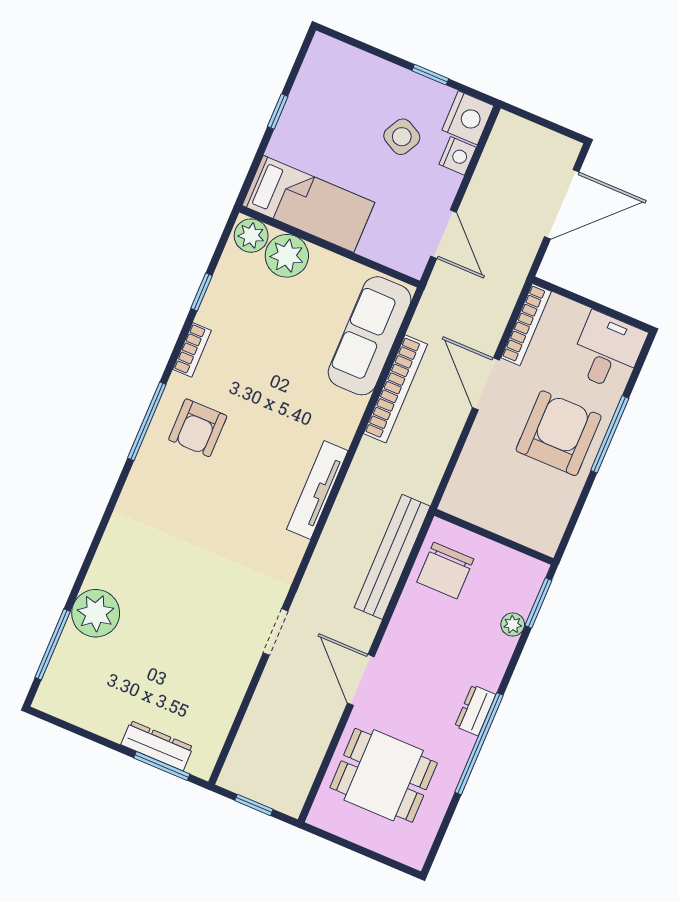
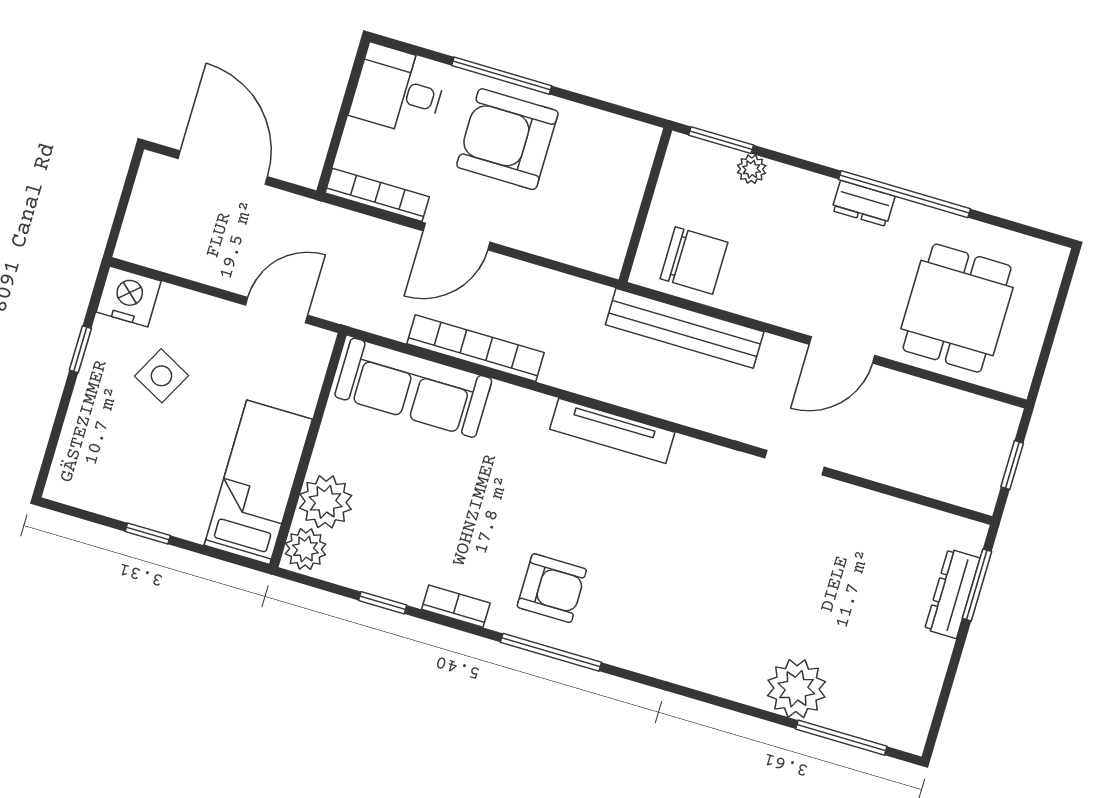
nightstand: (458, 156) -> (177, 304), removed

